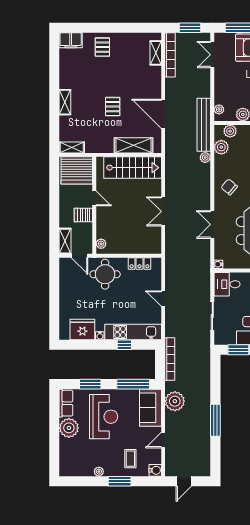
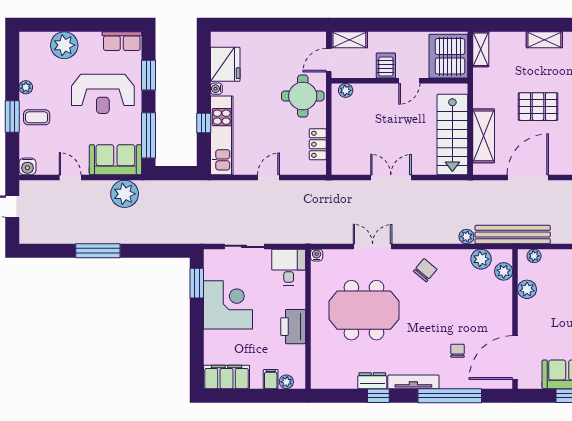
pallet: (113, 107) -> (538, 107), width x1.50, depth x1.42
bookcase: (170, 359) -> (184, 187), removed
plant: (69, 428) -> (64, 45), moved
coffee table: (130, 459) -> (37, 117), moved

